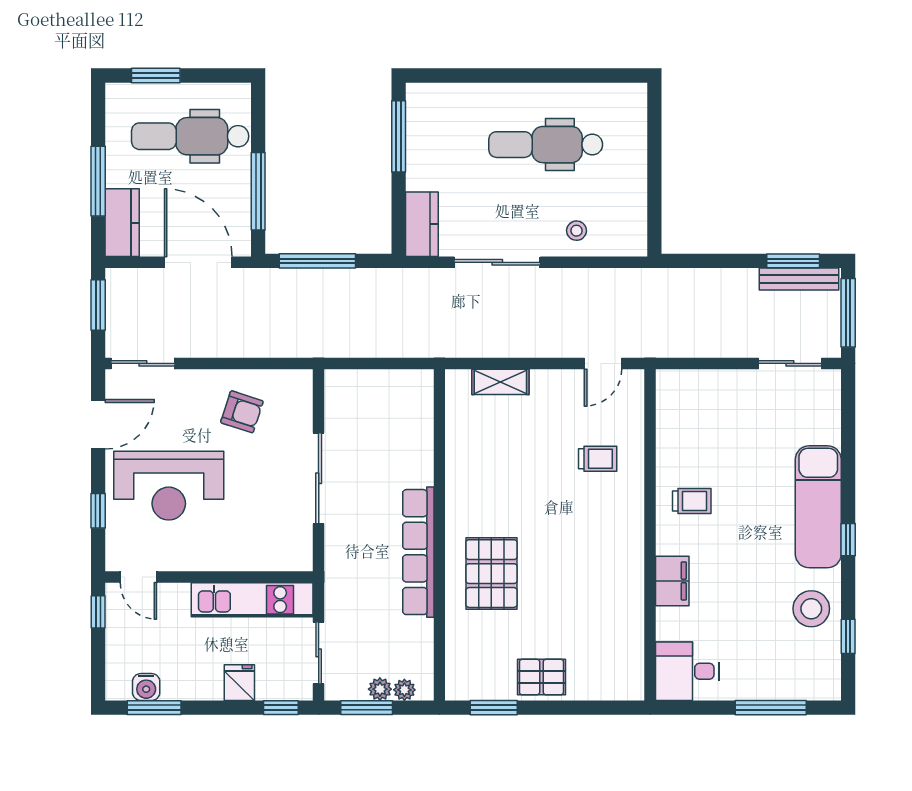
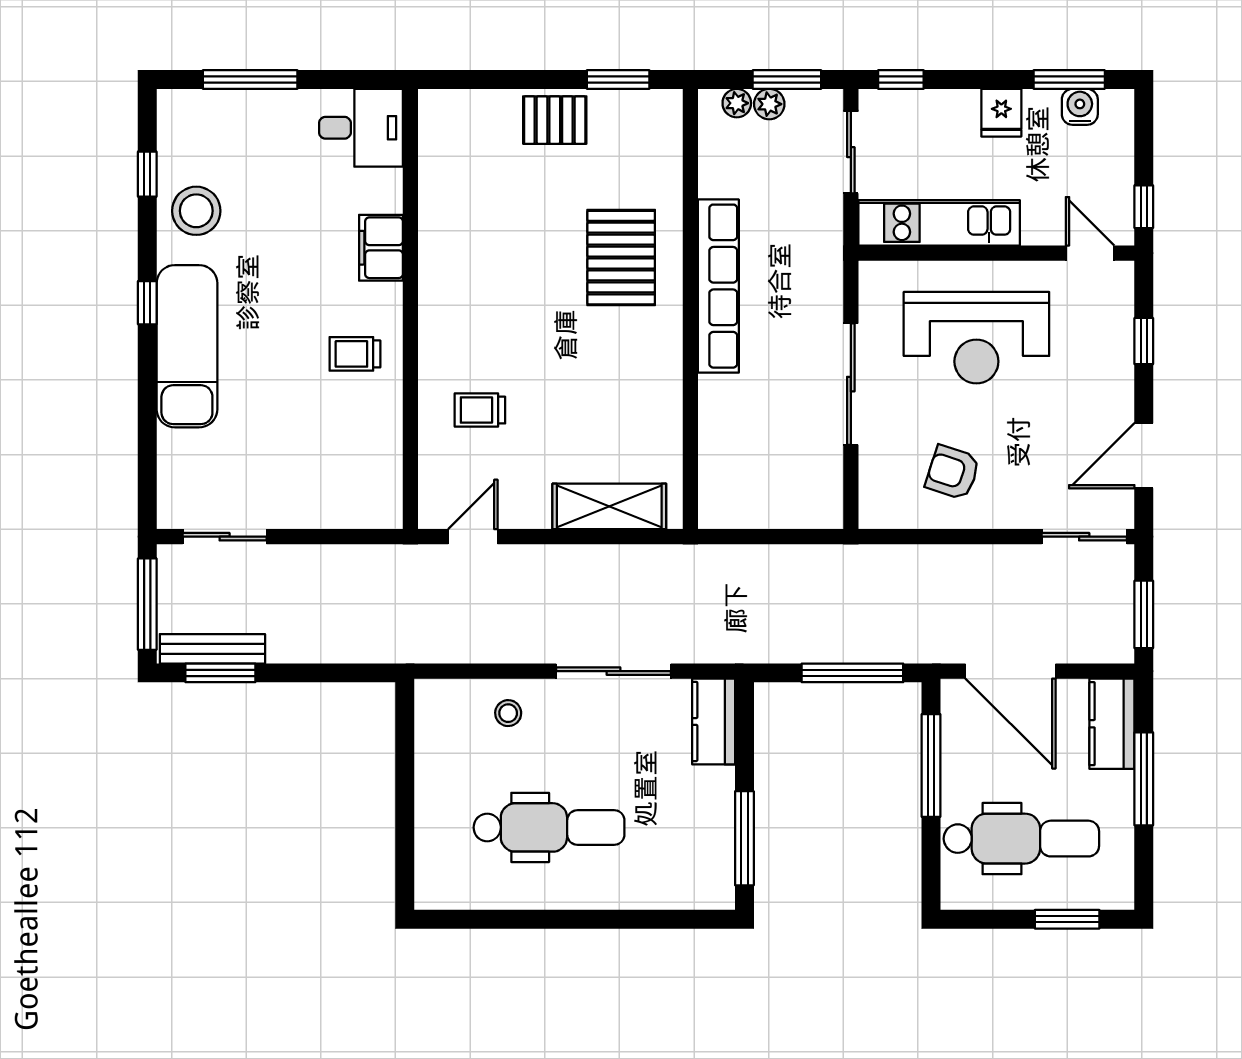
shelving: (500, 382) -> (609, 506), width x1.50, depth x1.33
reception desk: (169, 486) -> (976, 338), moved, turned 180
fridge: (239, 683) -> (1001, 113), moved

